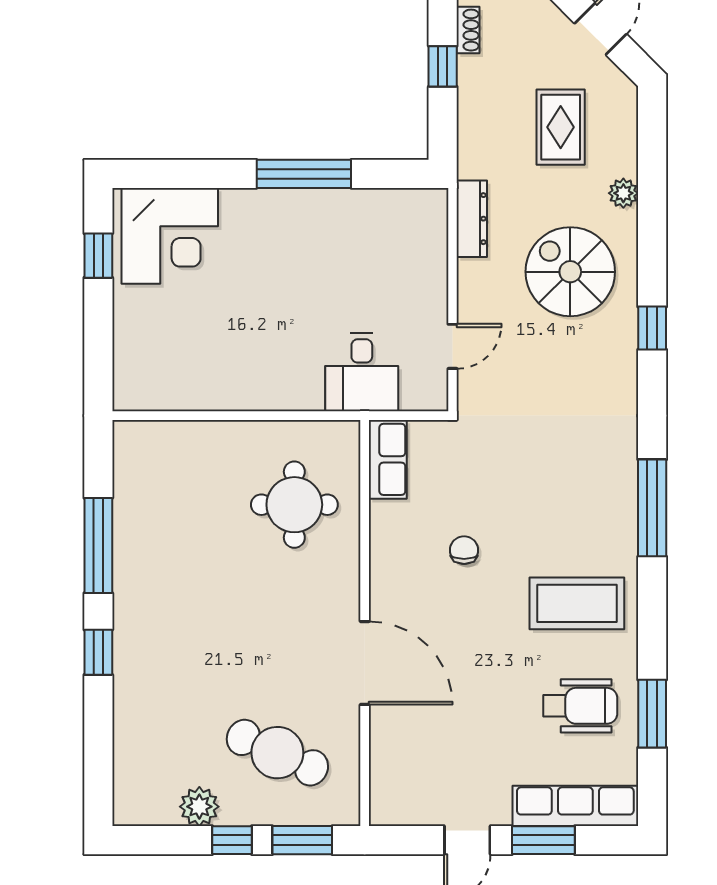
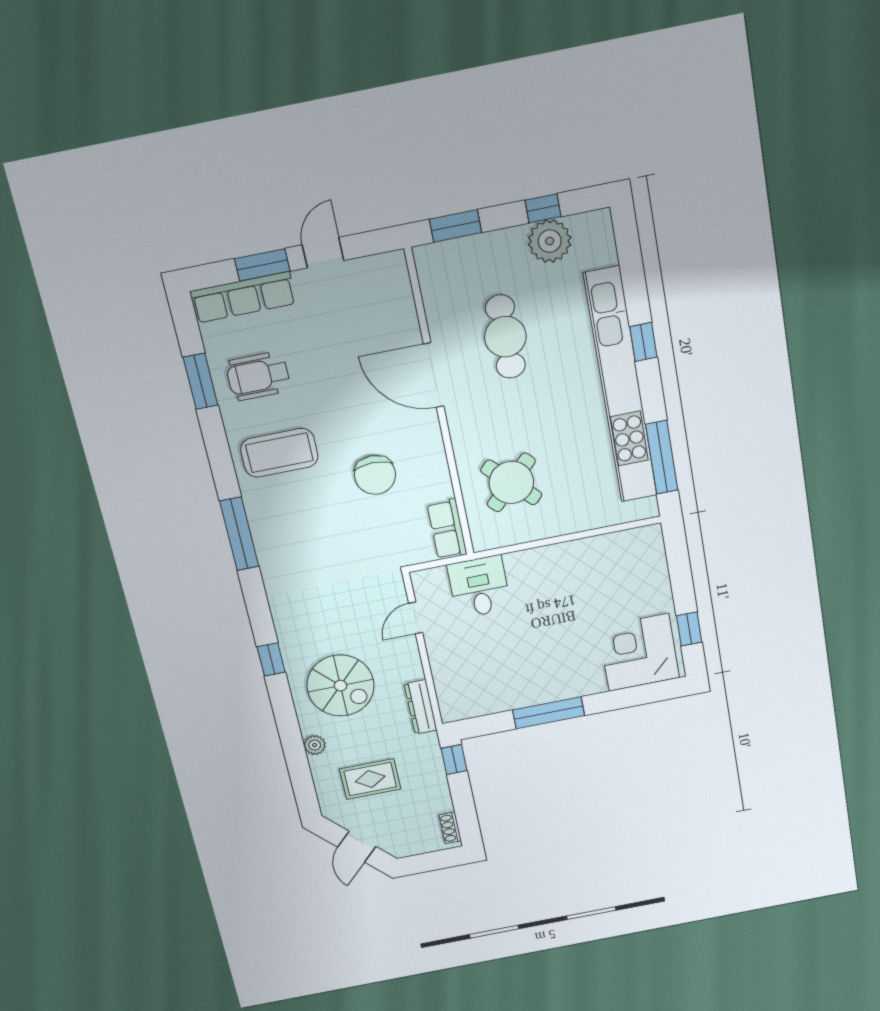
window: (443, 66) -> (454, 760), moved
rug: (561, 127) -> (370, 779), turned 90
round table: (294, 505) -> (511, 482), turned 45
window: (98, 546) -> (662, 457), moved
chair: (464, 550) -> (375, 475), width x1.87, depth x1.87
kitchen unit: (135, 602) -> (621, 386), added
cafe table: (277, 753) -> (505, 337), moved, turned 66
plant: (199, 807) -> (550, 241), width x1.36, depth x1.36
window: (232, 840) -> (543, 208), moved

